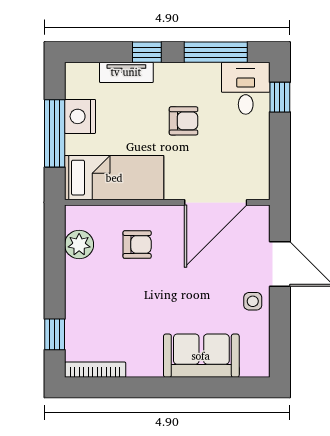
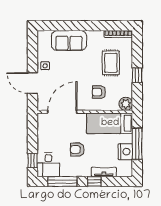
plant: (79, 245) -> (126, 104), moved
rug: (111, 308) -> (111, 63), added
window: (55, 334) -> (137, 75), moved

